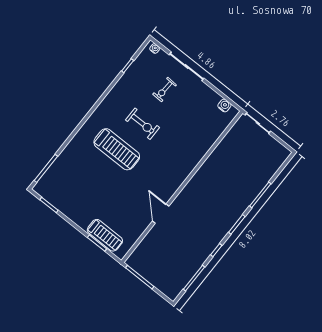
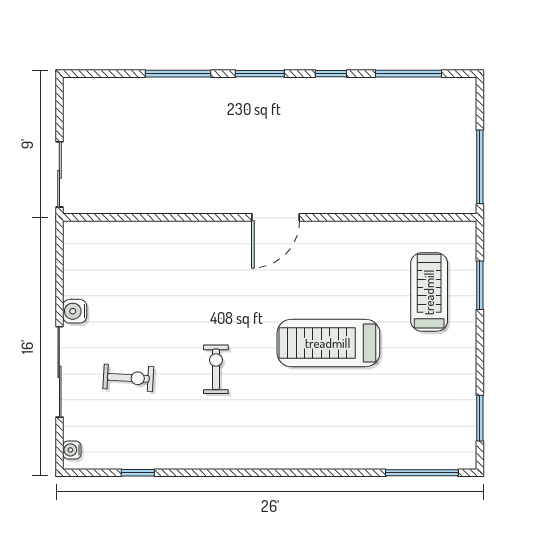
water cooler: (224, 106) -> (75, 311), moved
exercise bike: (143, 124) -> (216, 369), width x0.73, depth x0.72
treadmill: (117, 149) -> (328, 343), moved, turned -90
door: (161, 214) -> (276, 217), moved
treadmill: (105, 235) -> (429, 292), moved

